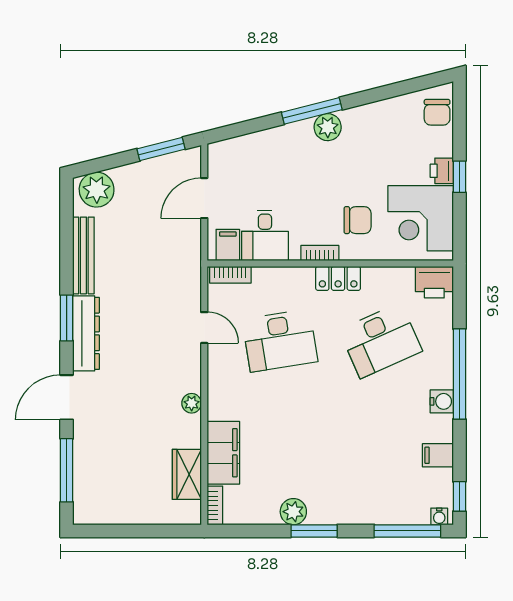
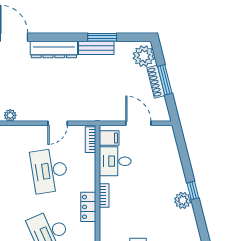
window: (312, 111) -> (193, 190), width x0.46
window: (161, 149) -> (165, 80), moved
shoe rack: (138, 170) -> (156, 82), added
chair: (358, 220) -> (125, 219), removed
bench: (83, 255) -> (96, 48), width x0.73
window: (67, 318) -> (102, 37), moved

